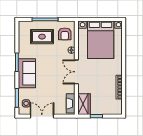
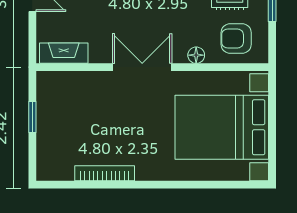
wardrobe: (84, 104) -> (62, 86), removed

